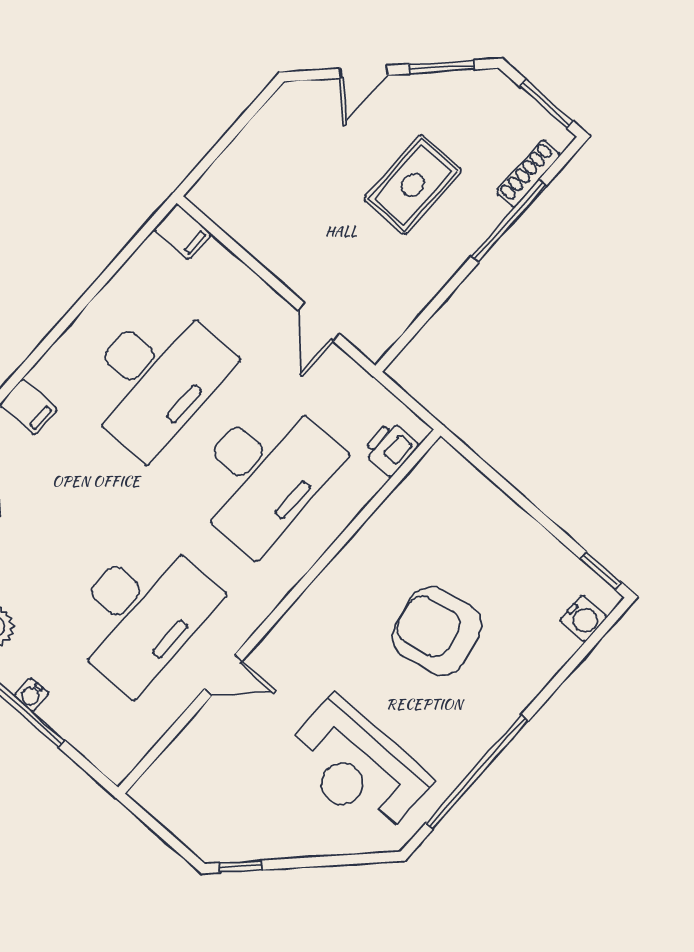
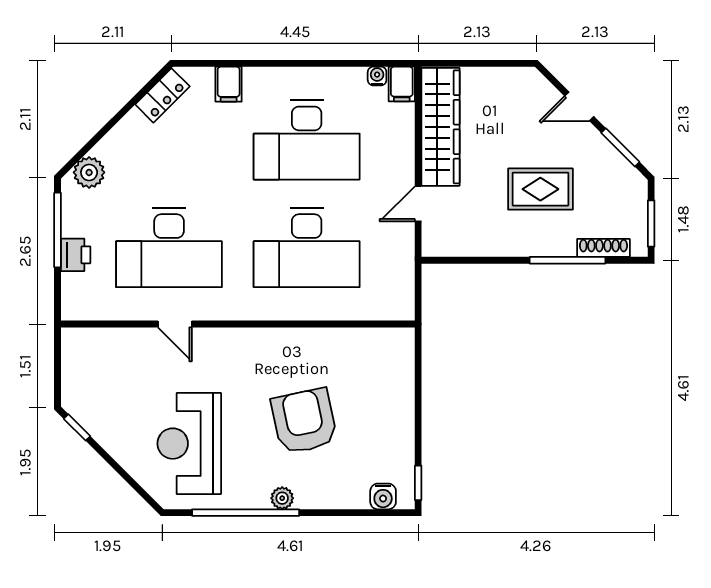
wardrobe: (261, 231) -> (441, 127), added
printer: (391, 449) -> (76, 255), moved, turned 90
water cooler: (32, 695) -> (377, 76), moved, turned 90
plant: (495, 722) -> (282, 498), added

